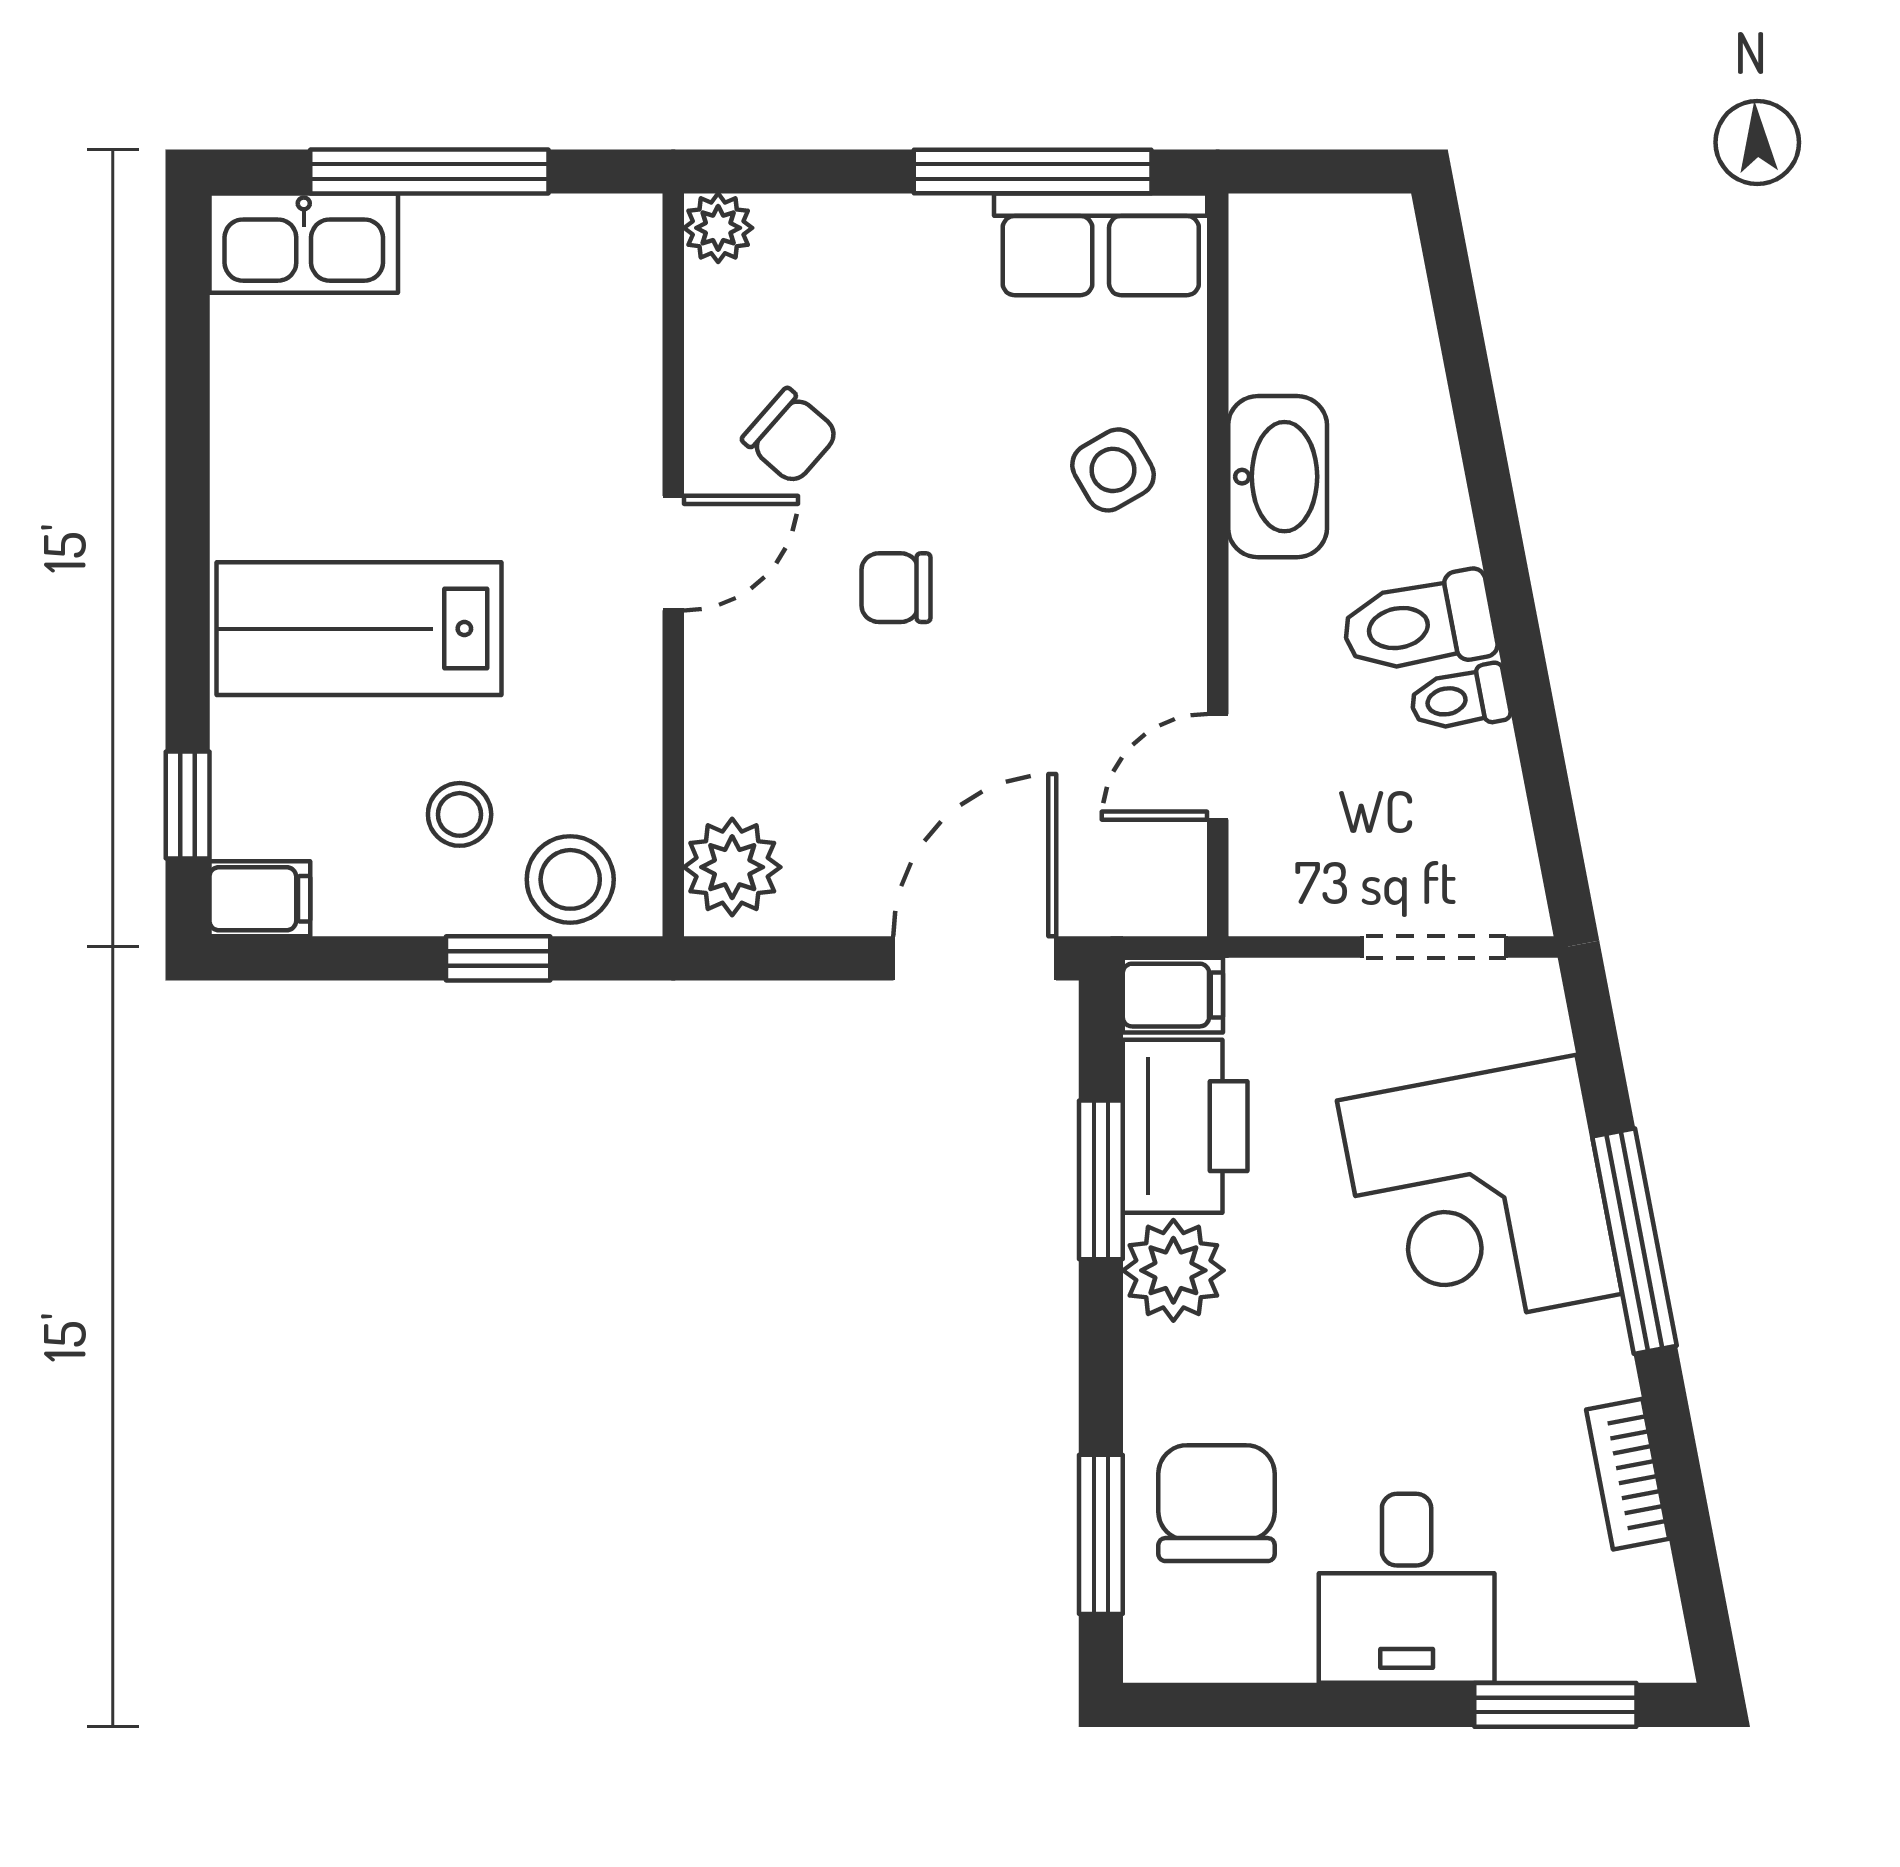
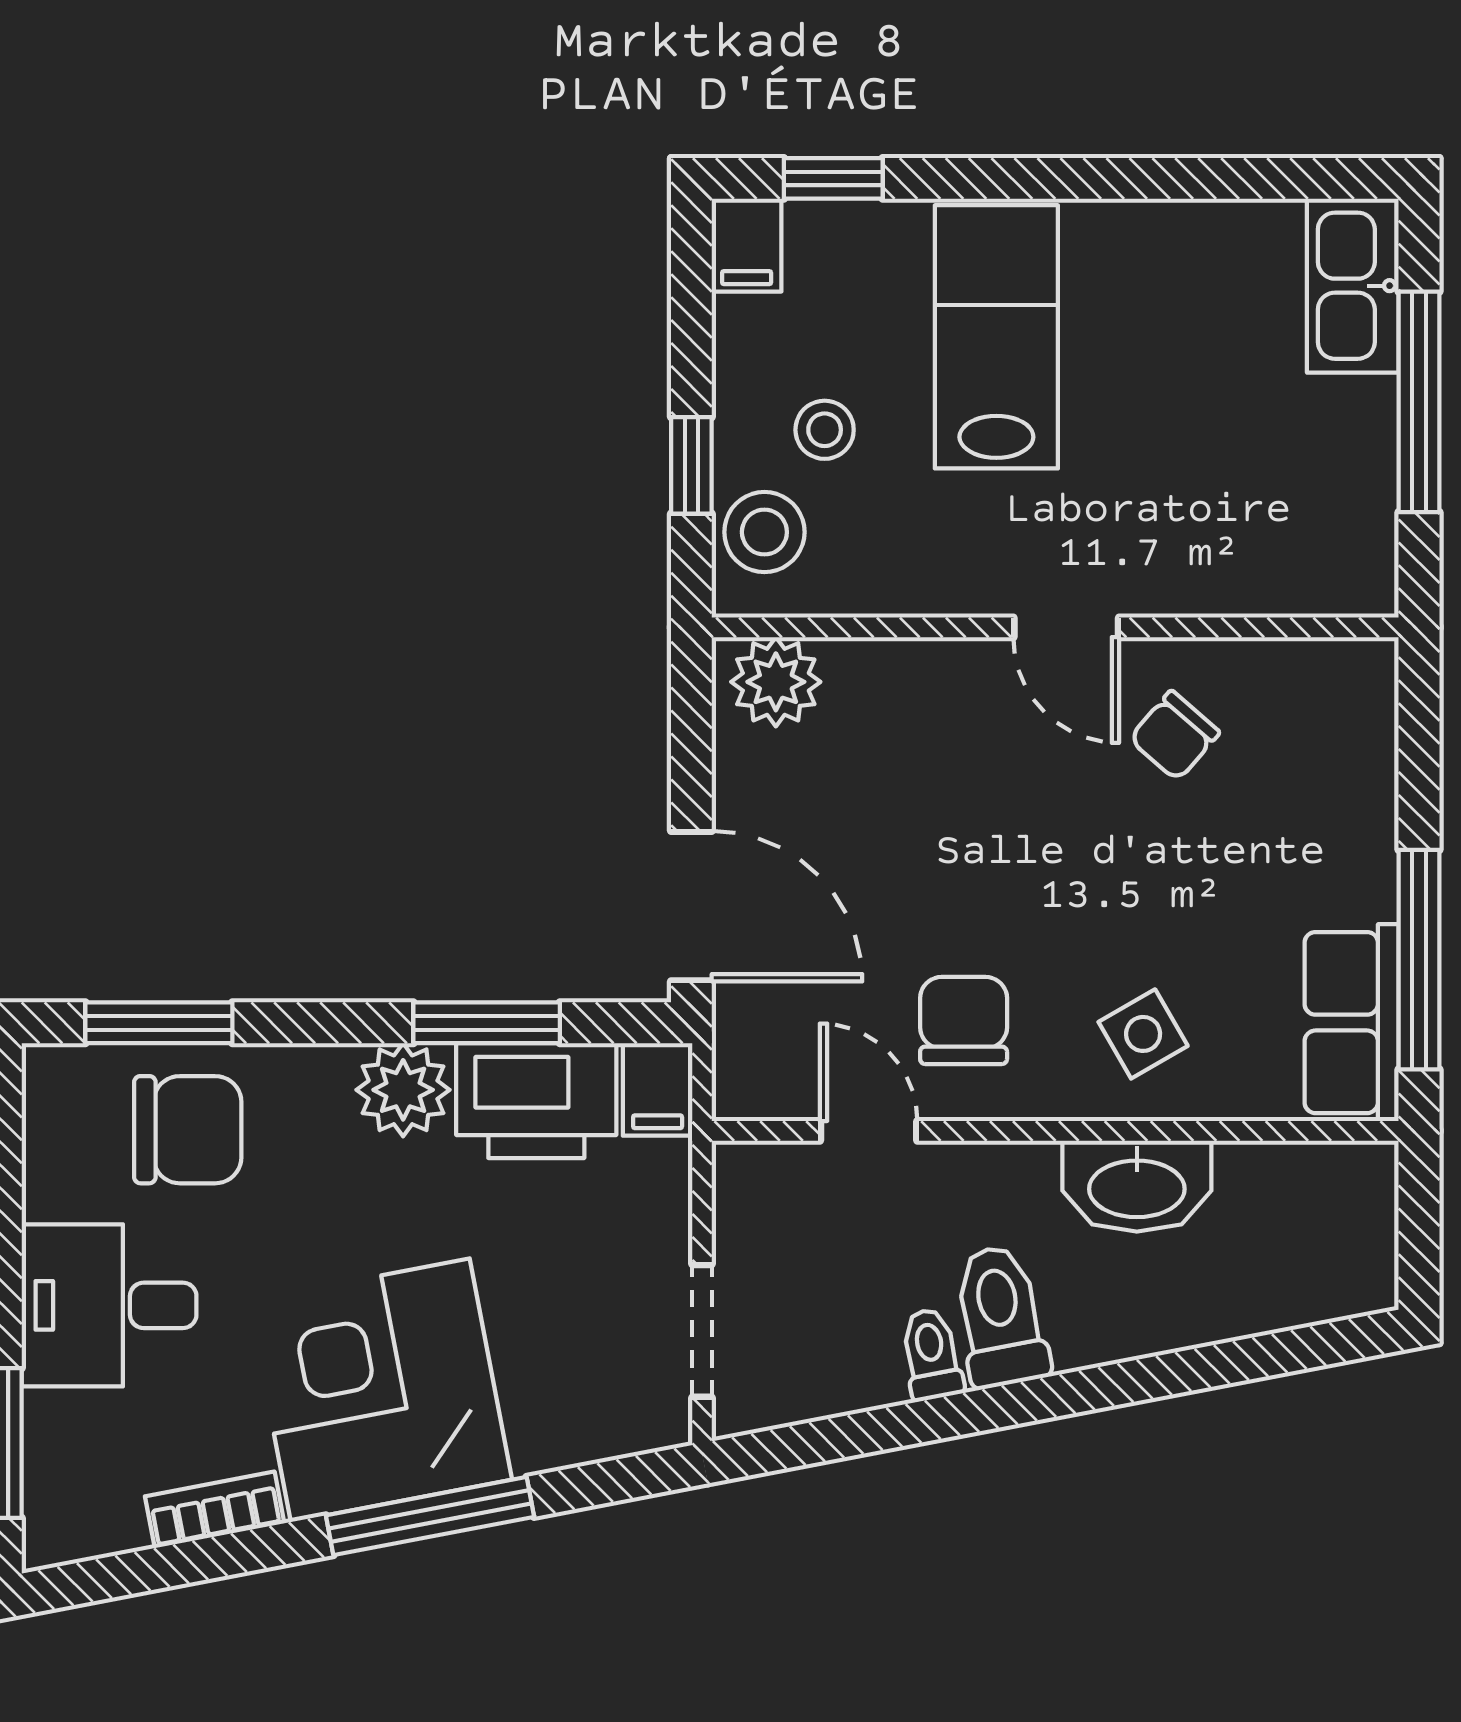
plant: (718, 228) -> (1367, 669), removed
chair: (896, 588) -> (964, 1021), moved, width x1.37, depth x1.37
corner desk: (1480, 1197) -> (380, 1390), moved

